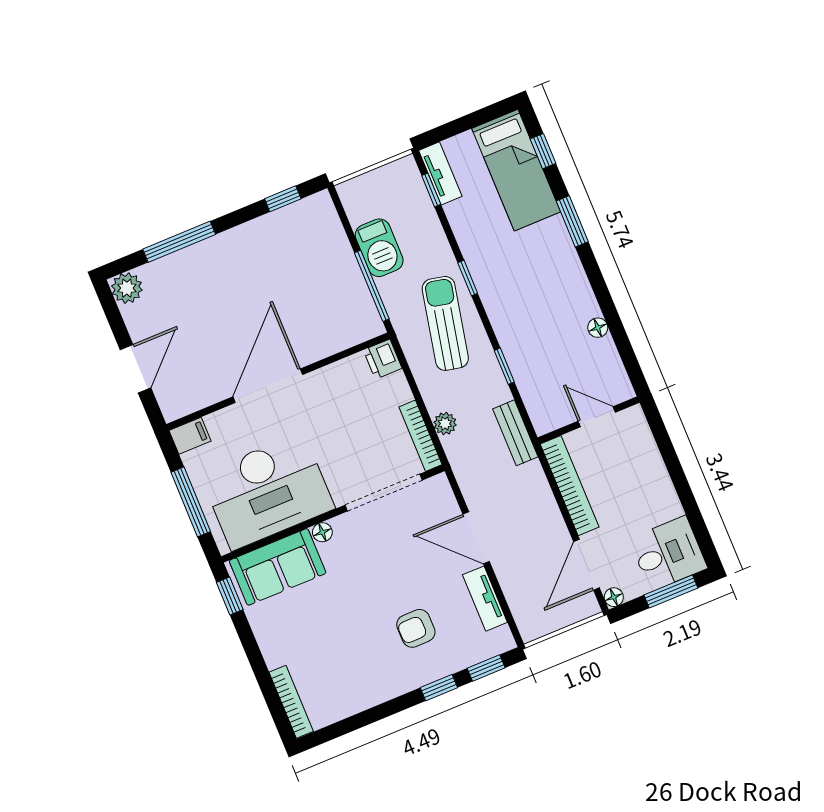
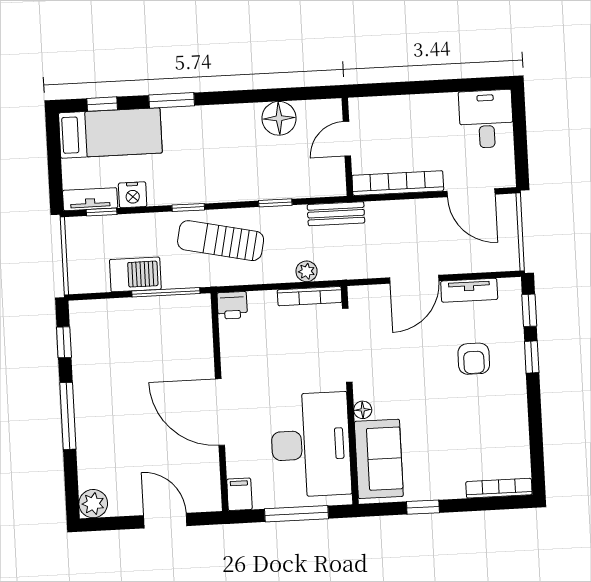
nightstand: (460, 216) -> (133, 195), added
window: (179, 242) -> (68, 416), moved
floor lamp: (598, 328) -> (279, 118), width x1.89, depth x1.89
window: (671, 591) -> (520, 128), removed
window: (230, 596) -> (423, 507), moved
floor lamp: (614, 597) -> (507, 179), removed

